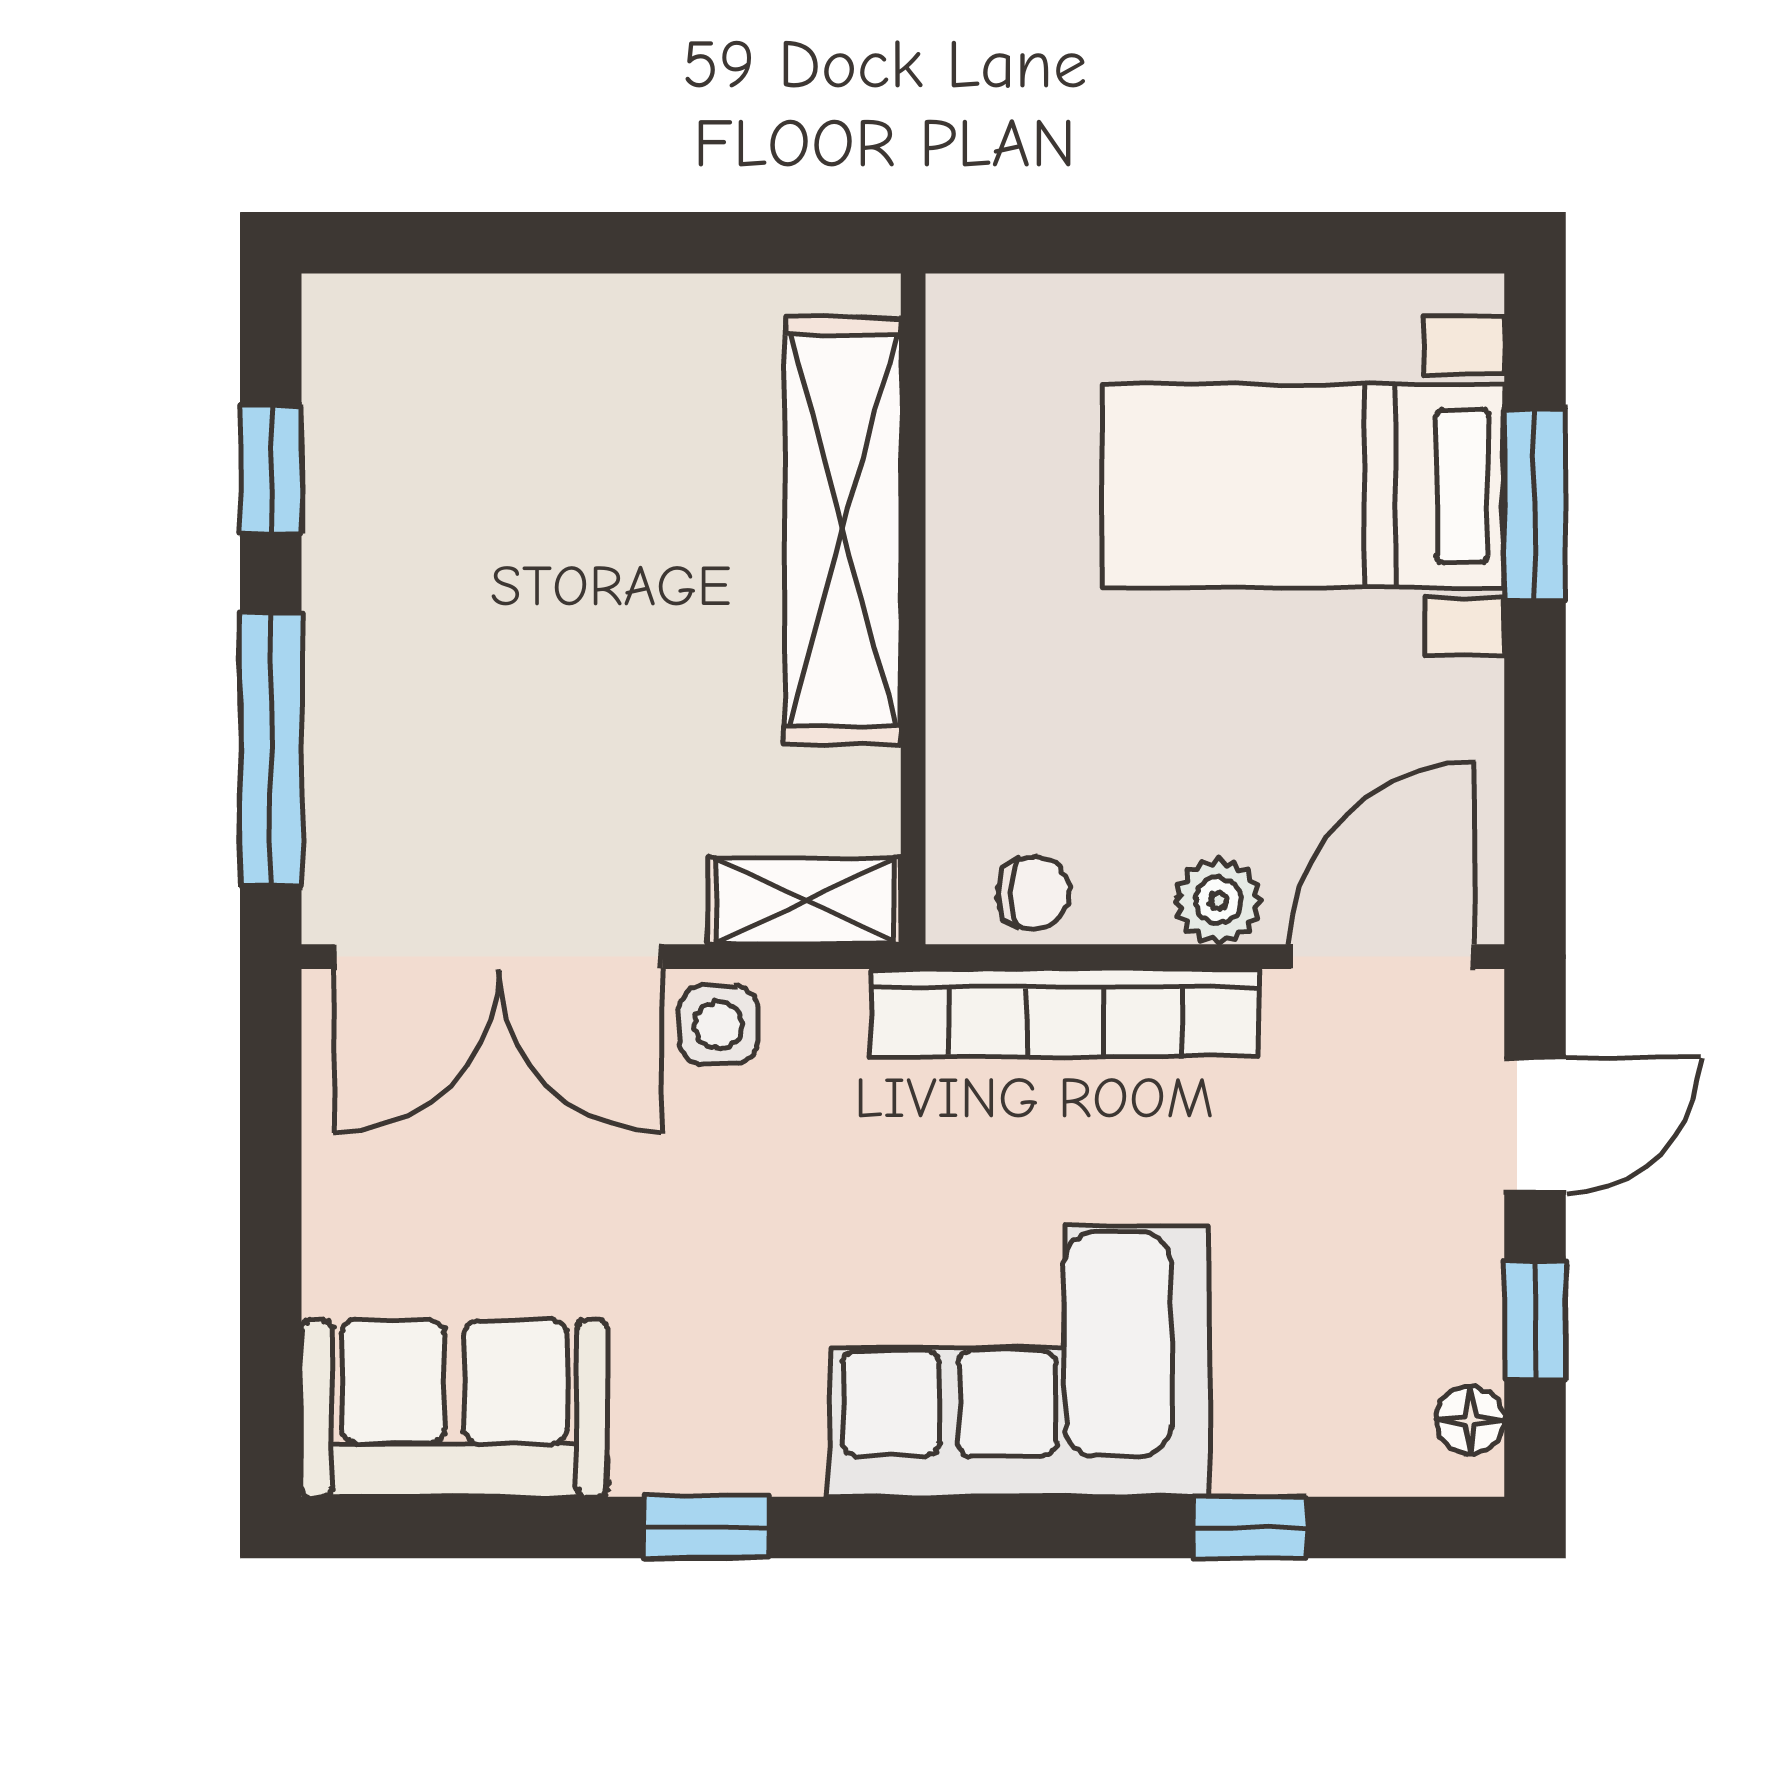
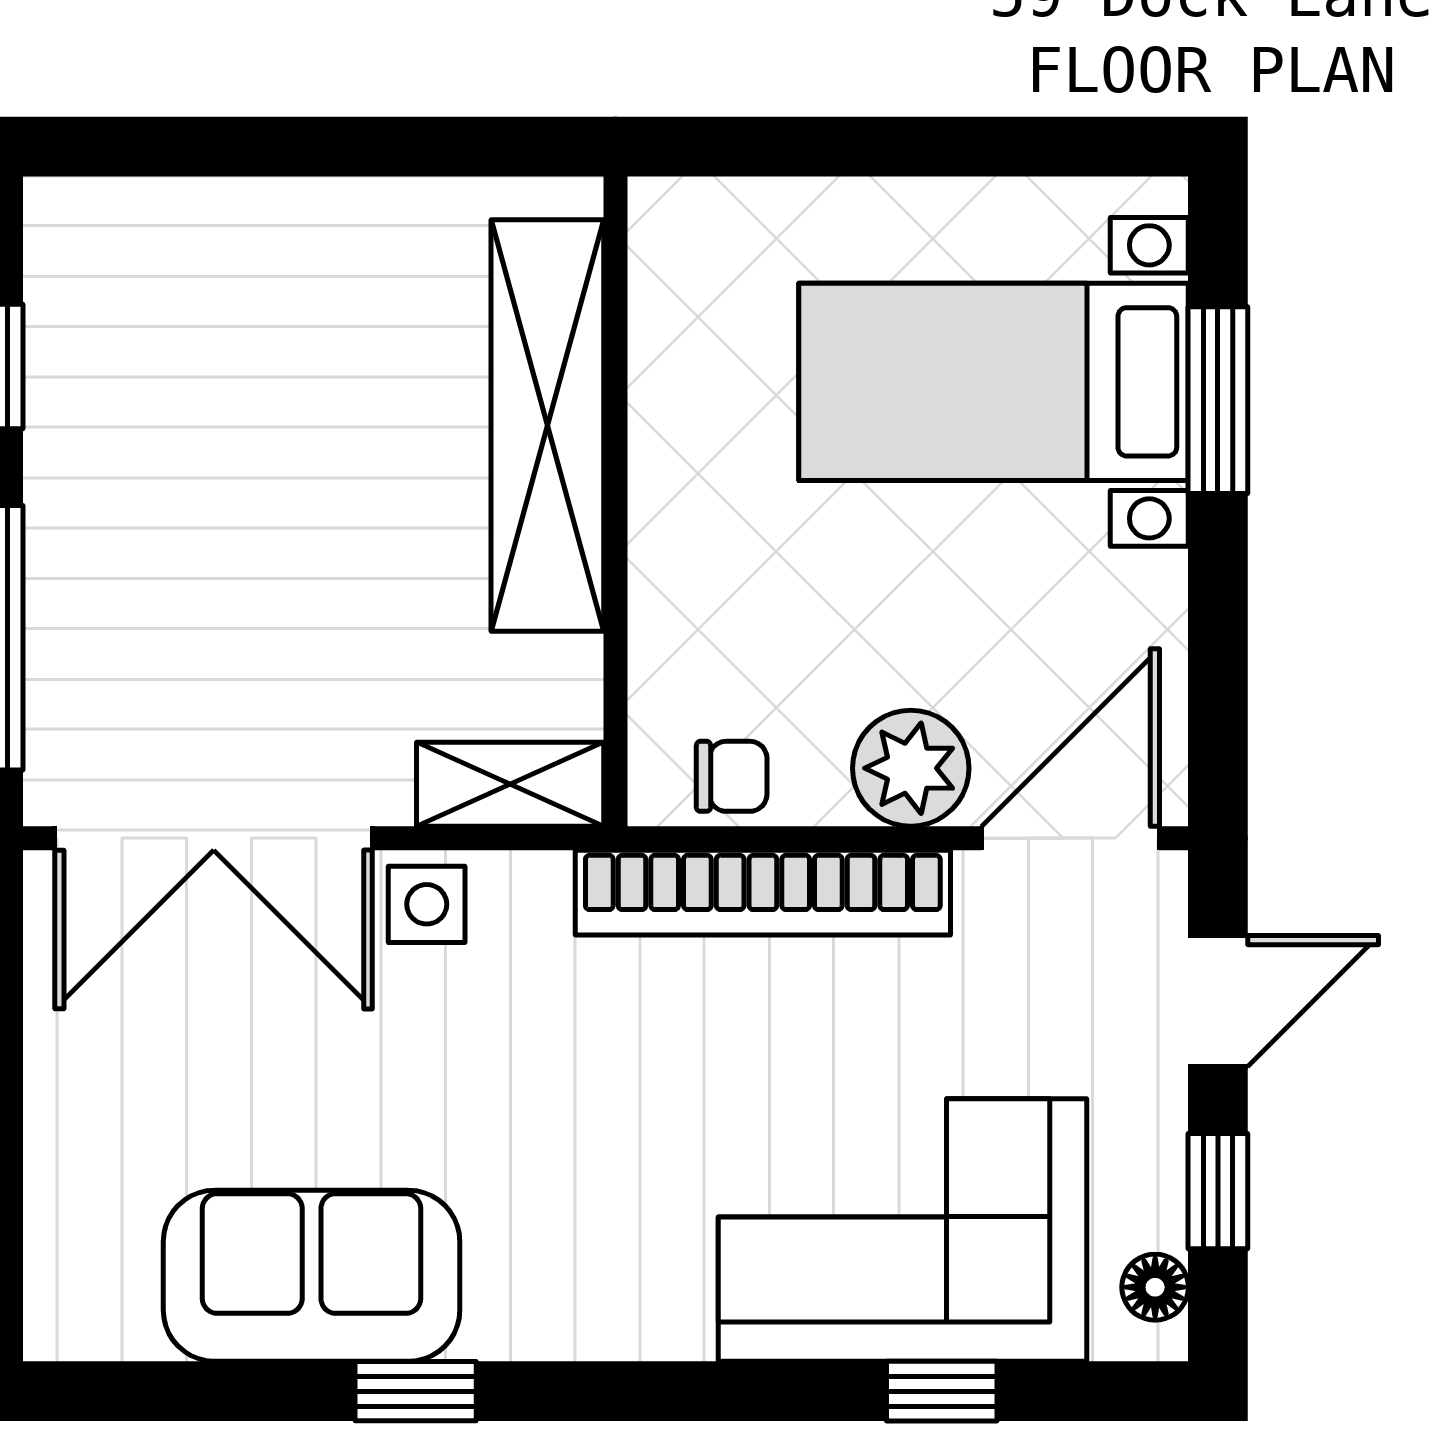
plant: (1218, 901) -> (911, 768), width x1.38, depth x1.38
corner sofa: (1019, 1361) -> (902, 1230), moved
sofa: (454, 1408) -> (312, 1276), moved

